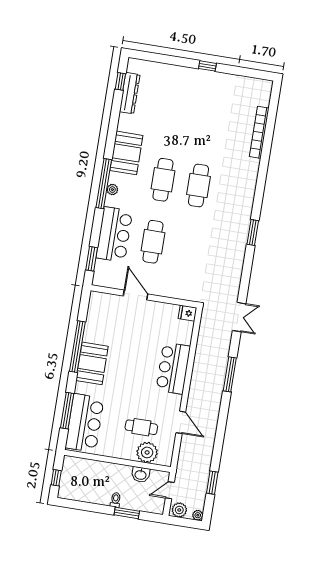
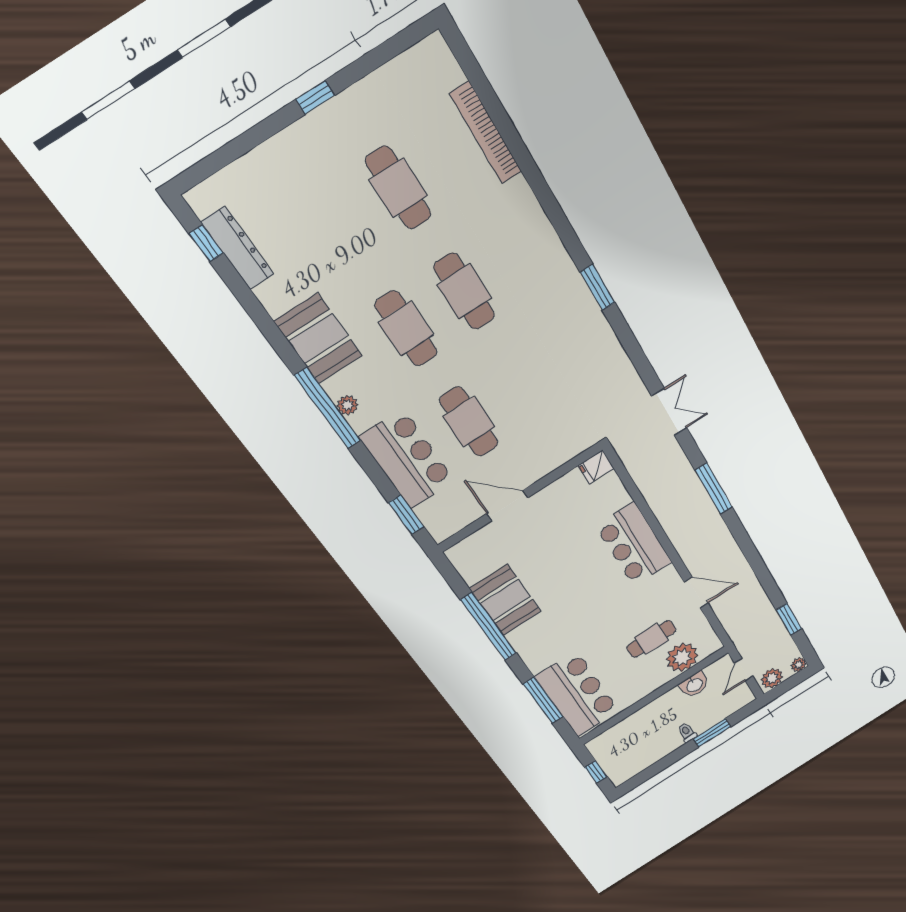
cafe table: (209, 124) -> (398, 188), added
booth: (92, 363) -> (505, 600), moved

